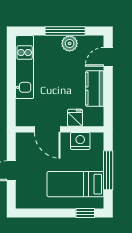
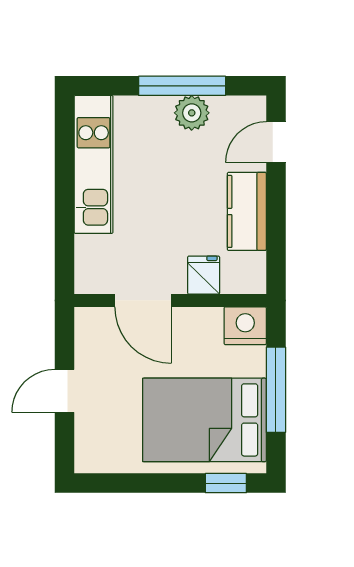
nightstand: (80, 141) -> (245, 326), moved
bed: (75, 184) -> (205, 420), width x1.50

